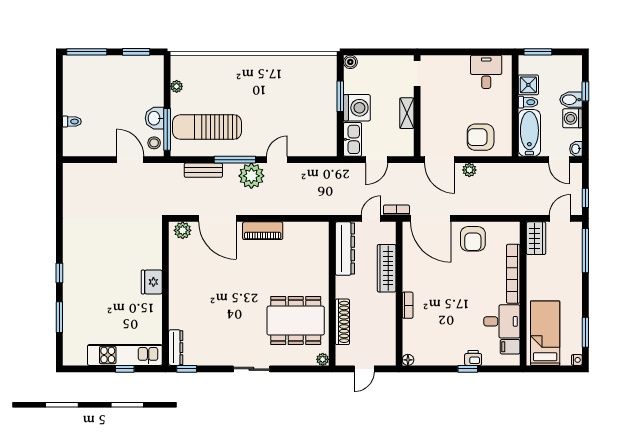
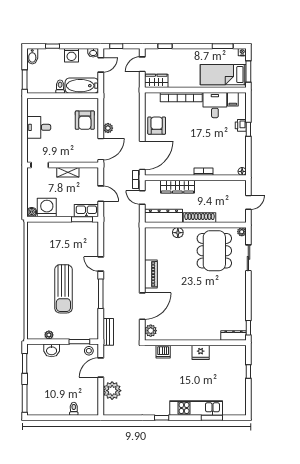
desk: (486, 72) -> (39, 127), moved
shower: (528, 85) -> (48, 86), removed
window: (340, 96) -> (82, 219), moved
bidet: (571, 100) -> (32, 56), moved
washing machine: (357, 108) -> (47, 208), moved
washbasin: (155, 118) -> (52, 350), moved
sun lounger: (207, 127) -> (63, 289), moved
window: (167, 129) -> (79, 342), width x0.69
bench: (203, 170) -> (108, 332), moved
plant: (251, 176) -> (112, 391), moved
window: (585, 198) -> (116, 46), moved
door: (560, 218) -> (142, 64), hinge flipped
armchair: (473, 239) -> (157, 126), turned -90
dishwasher: (153, 248) -> (163, 352), added
window: (585, 251) -> (165, 46), width x0.46
floor lamp: (321, 269) -> (178, 233), added
window: (59, 273) -> (162, 418), moved
fridge: (152, 282) -> (201, 352), moved
shoe rack: (342, 322) -> (199, 218), moved
kitchen unit: (125, 355) -> (196, 408), moved, turned 90
sliding door: (251, 369) -> (248, 258), moved
door: (364, 369) -> (248, 202), hinge flipped
window: (549, 369) -> (248, 72), added

